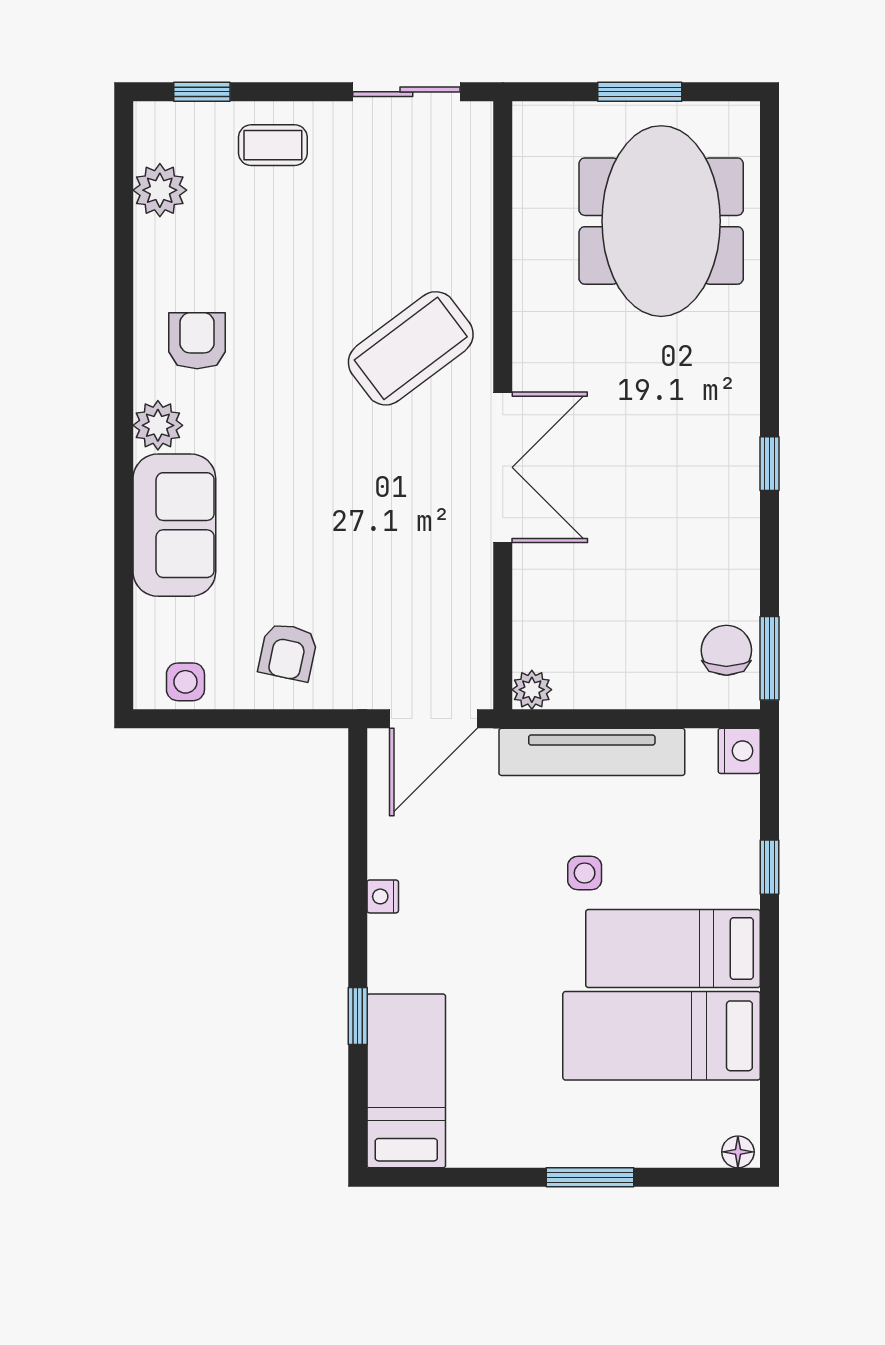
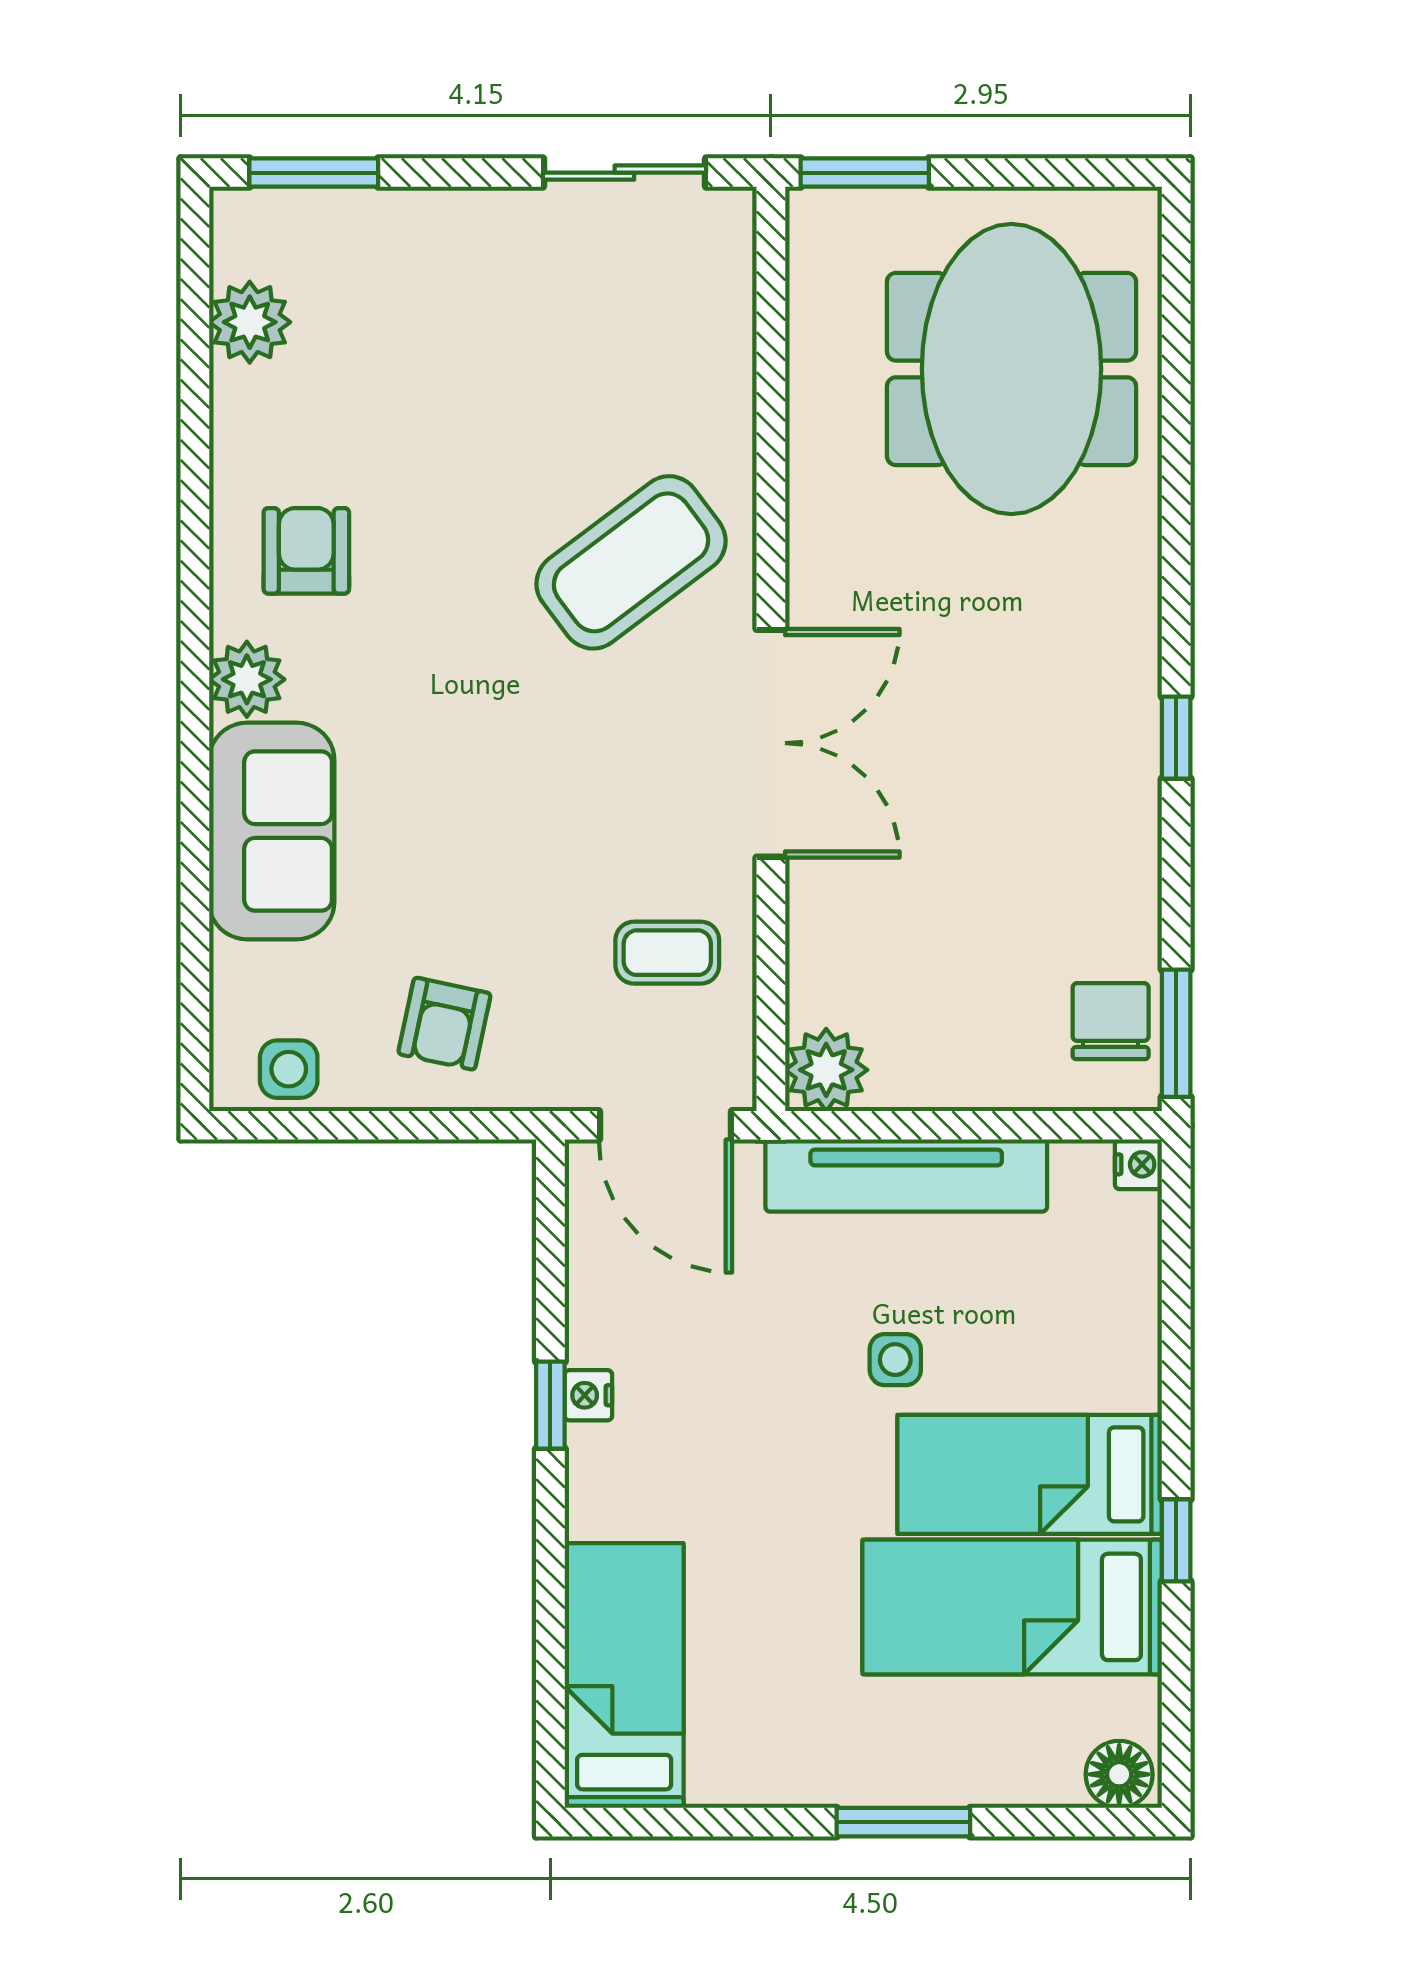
window: (202, 92) -> (314, 173), width x1.50
window: (640, 92) -> (865, 173), moved
coffee table: (273, 145) -> (667, 953), moved
plant: (532, 690) -> (826, 1070), width x1.38, depth x1.38
door: (433, 719) -> (665, 1125), hinge flipped
nightstand: (739, 751) -> (1138, 1164), width x0.72, depth x0.74
window: (769, 867) -> (1176, 1540), moved
window: (358, 1016) -> (550, 1405), moved
floor lamp: (738, 1152) -> (1119, 1774), width x1.37, depth x1.37

